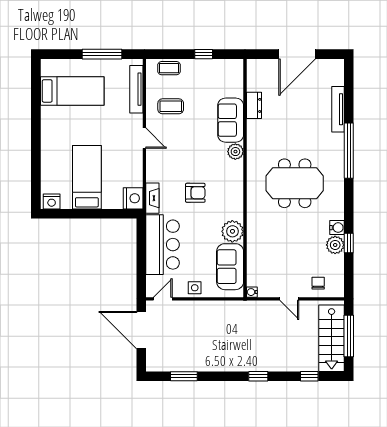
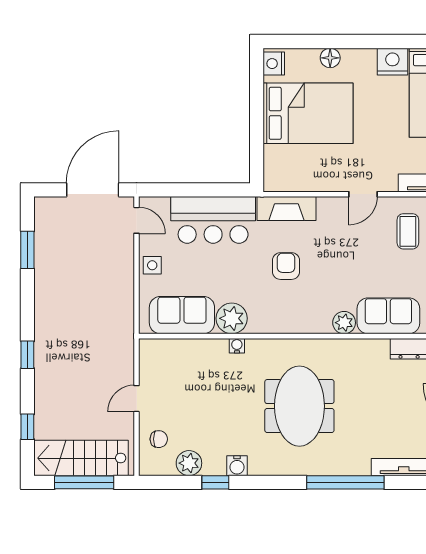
floor lamp: (48, 161) -> (330, 58), added
bed: (87, 177) -> (308, 113), width x1.50
armchair: (195, 193) -> (286, 266), turned 180
nightstand: (133, 198) -> (392, 62), moved, turned 180
fireplace: (152, 198) -> (286, 209), width x1.37, depth x1.32
plant: (335, 245) -> (189, 463), moved
water cooler: (252, 292) -> (237, 346), moved

